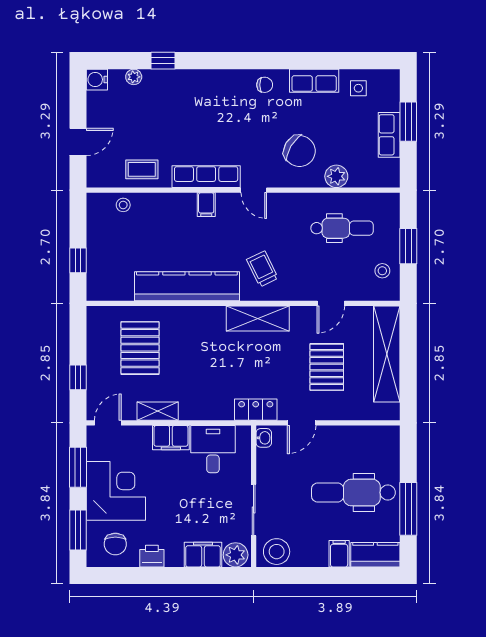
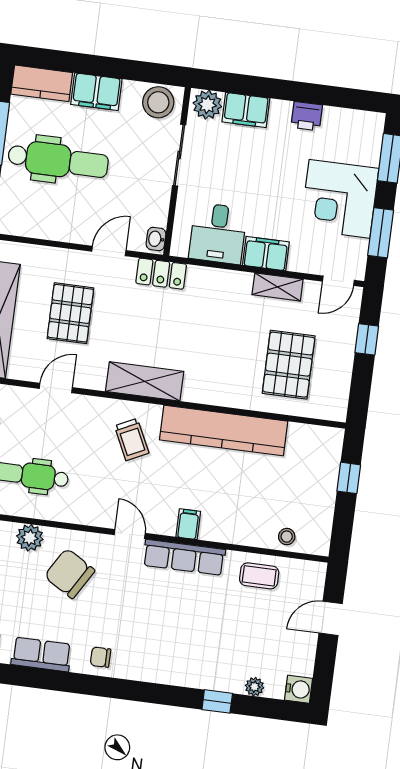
chair: (115, 544) -> (348, 136), removed
filing cabinet: (339, 554) -> (96, 92), width x2.00

